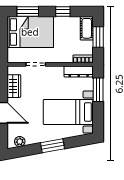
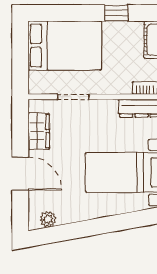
window: (28, 11) -> (61, 13), removed
window: (53, 146) -> (100, 226), removed

